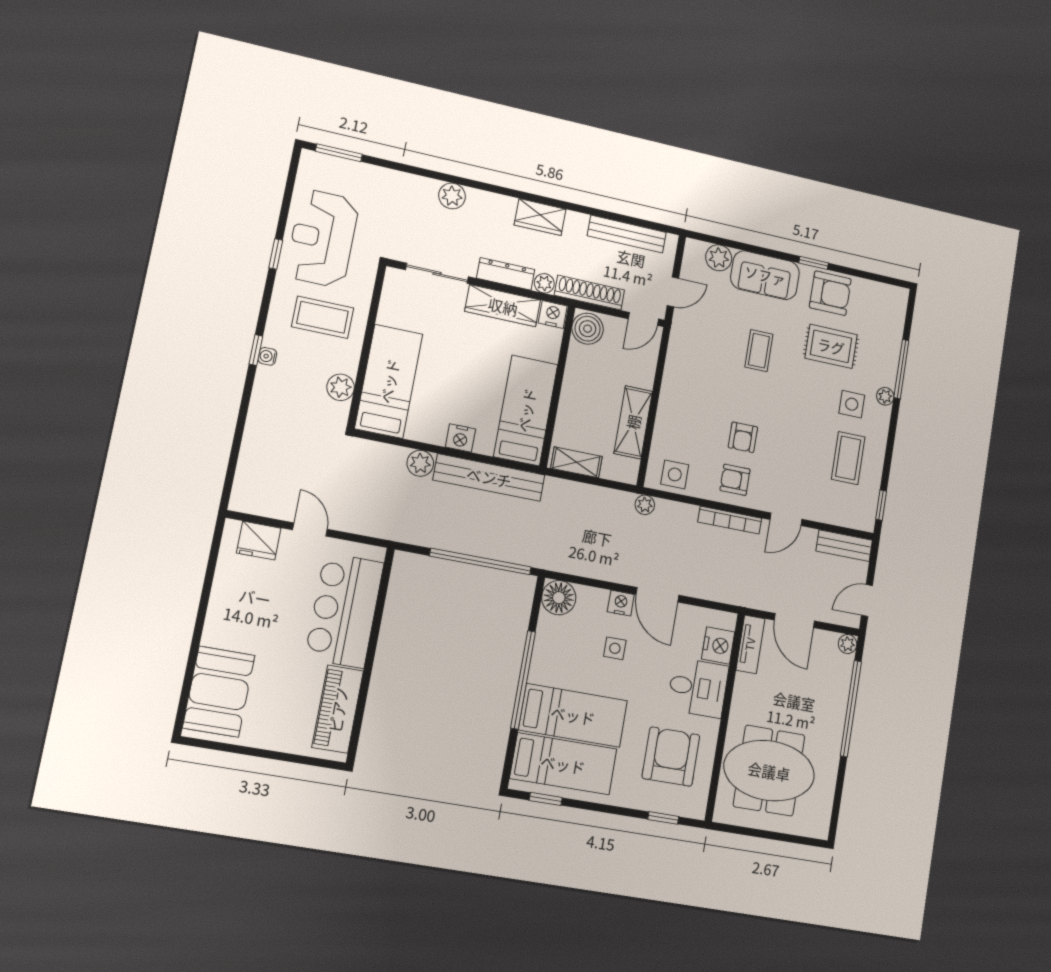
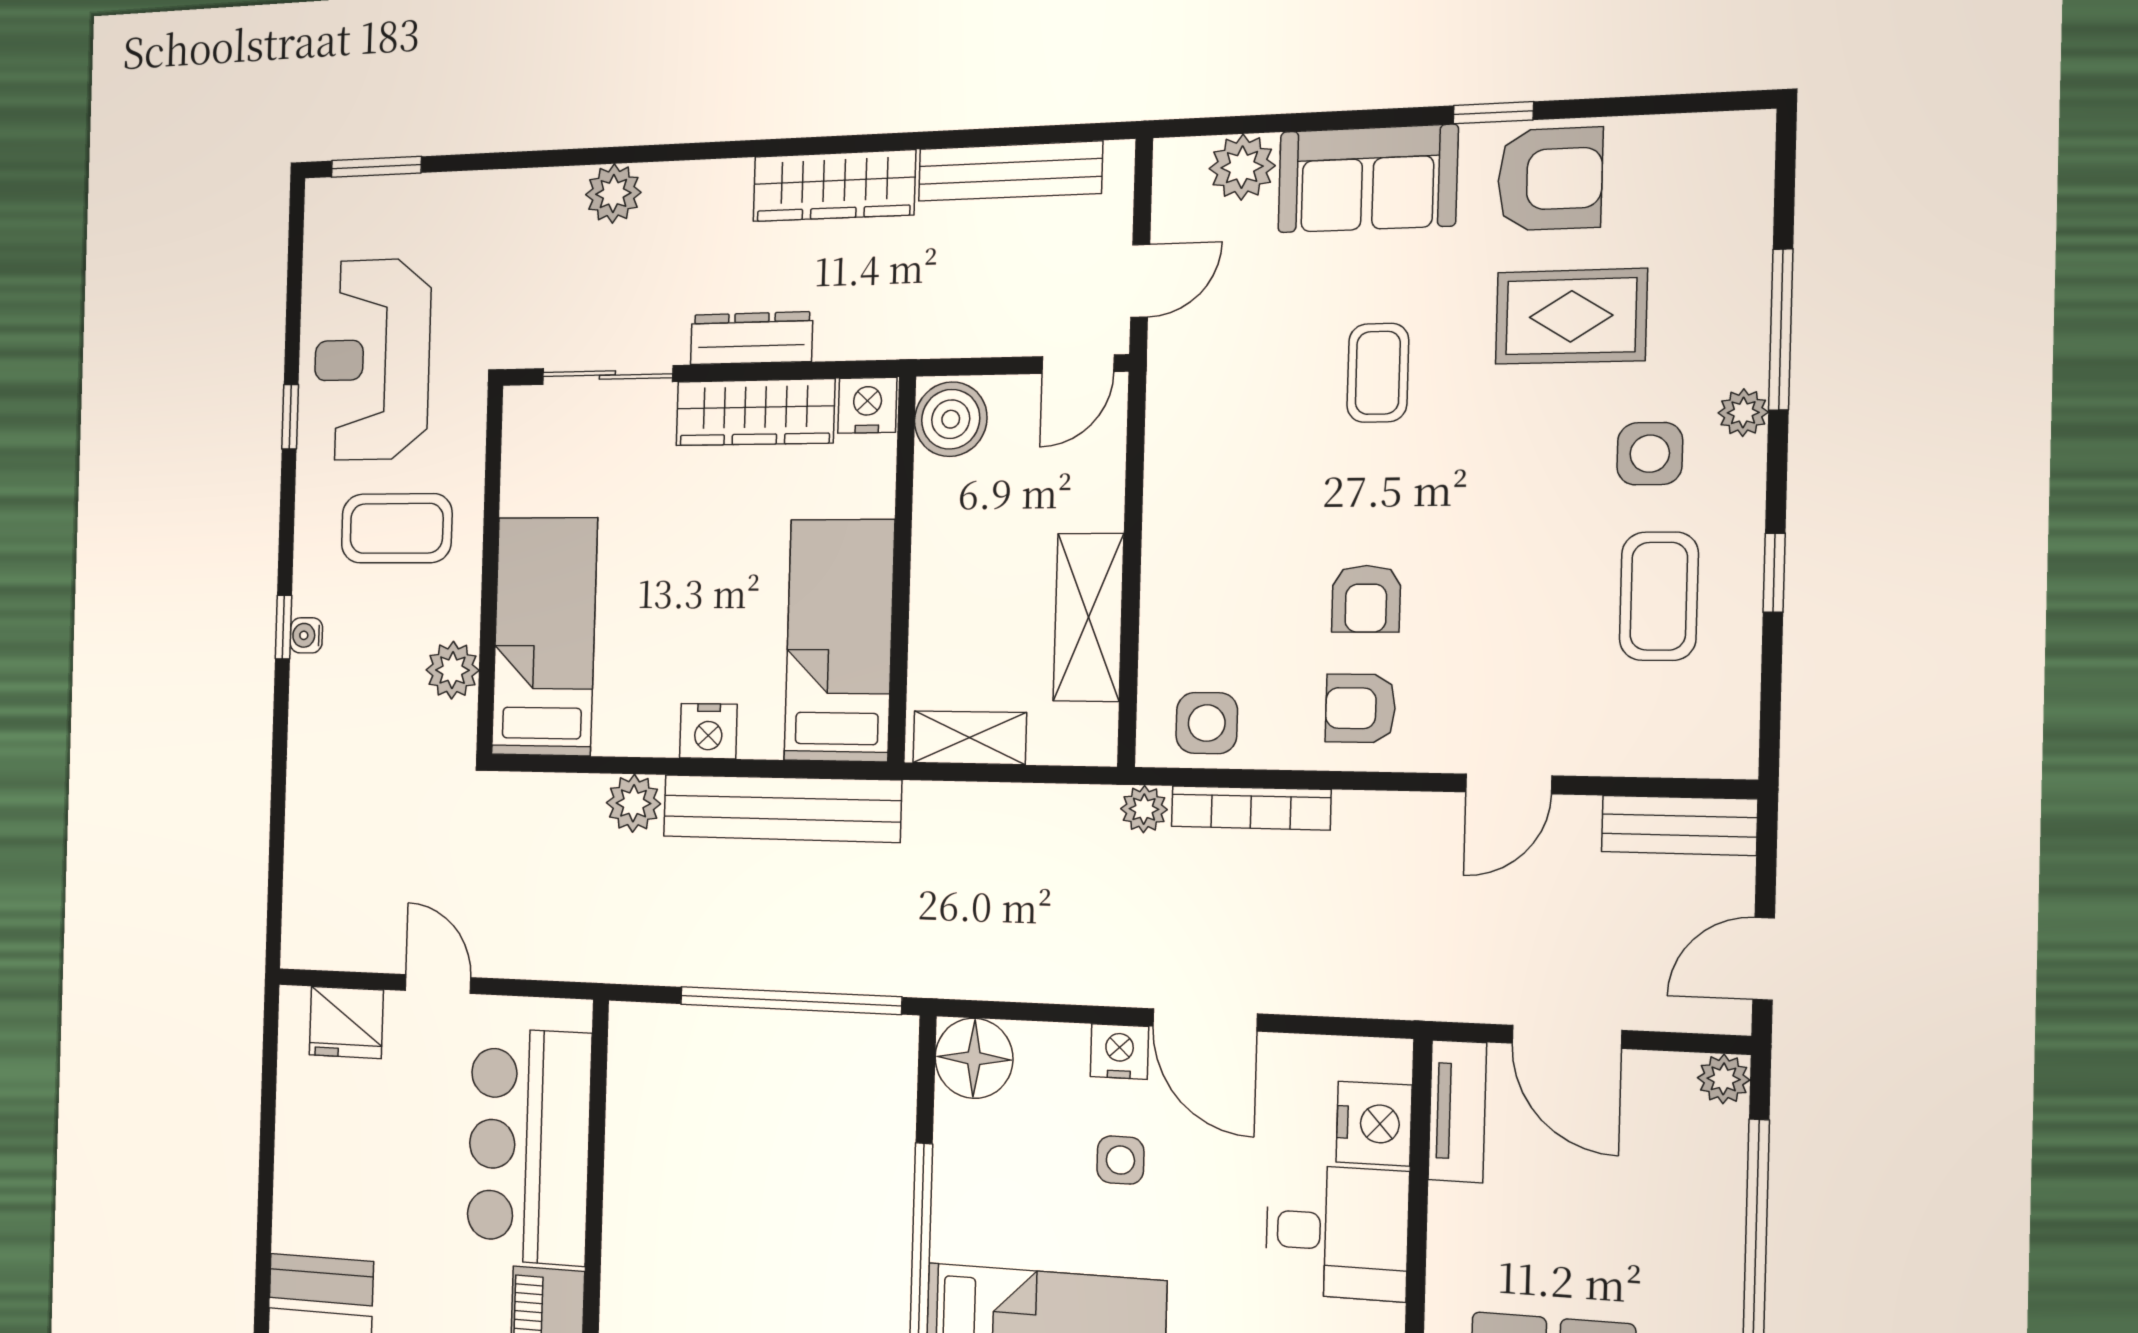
wardrobe: (540, 217) -> (834, 186), width x1.50
plant: (544, 283) -> (838, 338), removed
shoe rack: (589, 293) -> (943, 333), removed
window: (881, 505) -> (1774, 573), moved
bookcase: (730, 520) -> (1251, 808), moved

